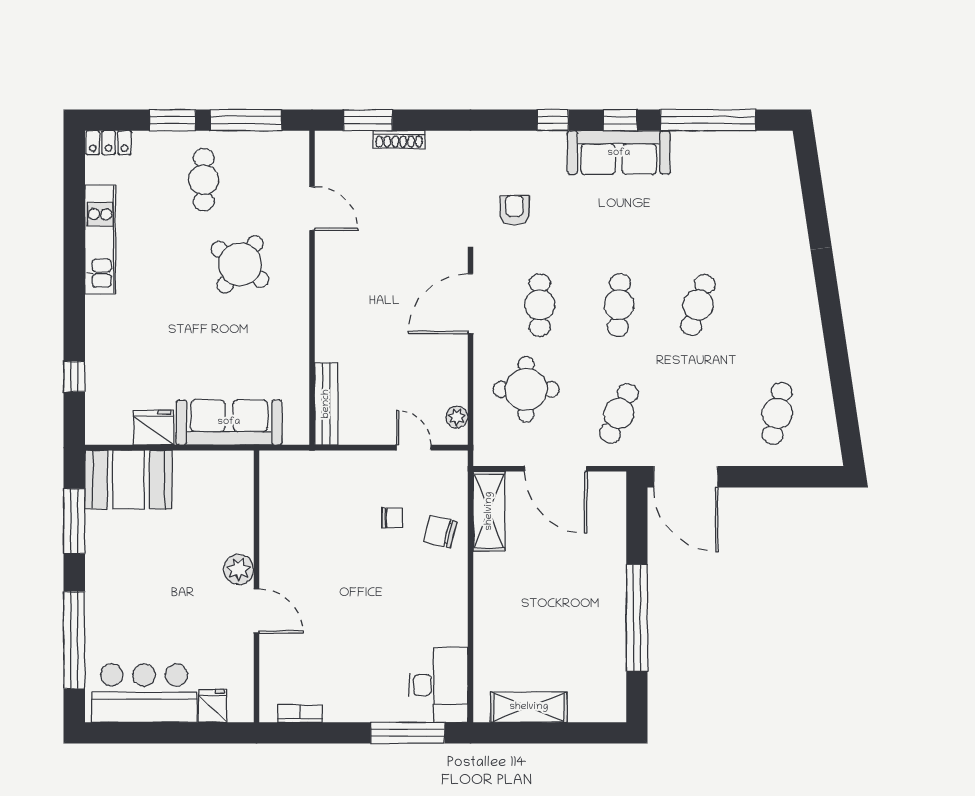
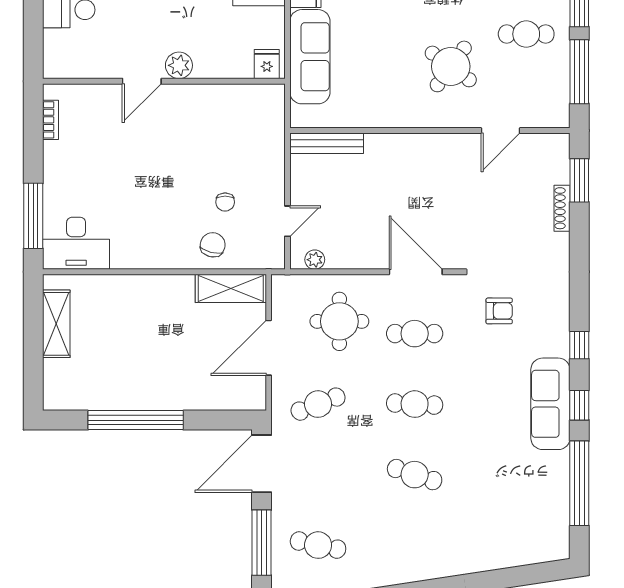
cafe table: (619, 413) -> (318, 404), turned -45
window: (774, 477) -> (262, 543), added
fridge: (213, 706) -> (267, 64), moved, turned -90

